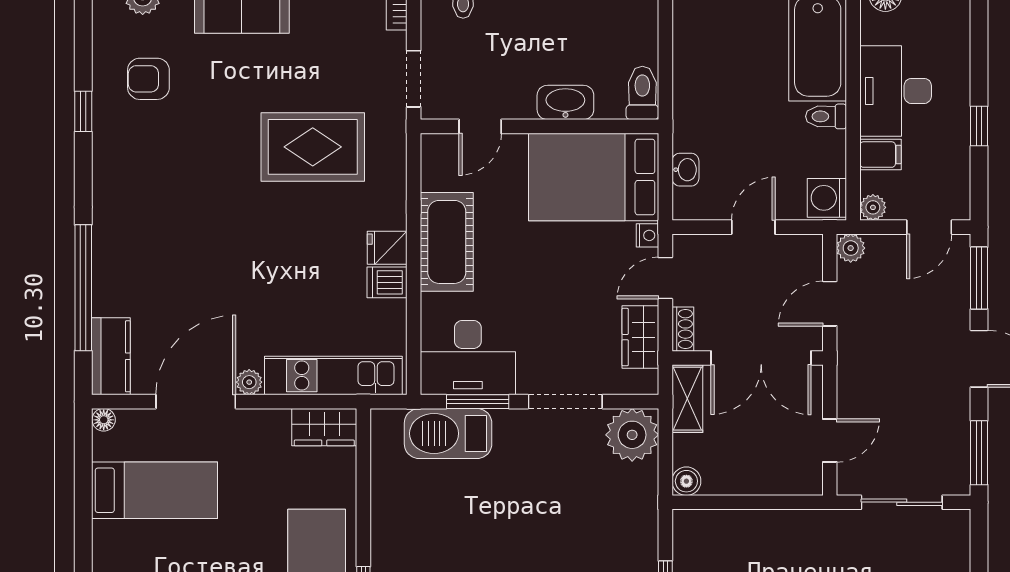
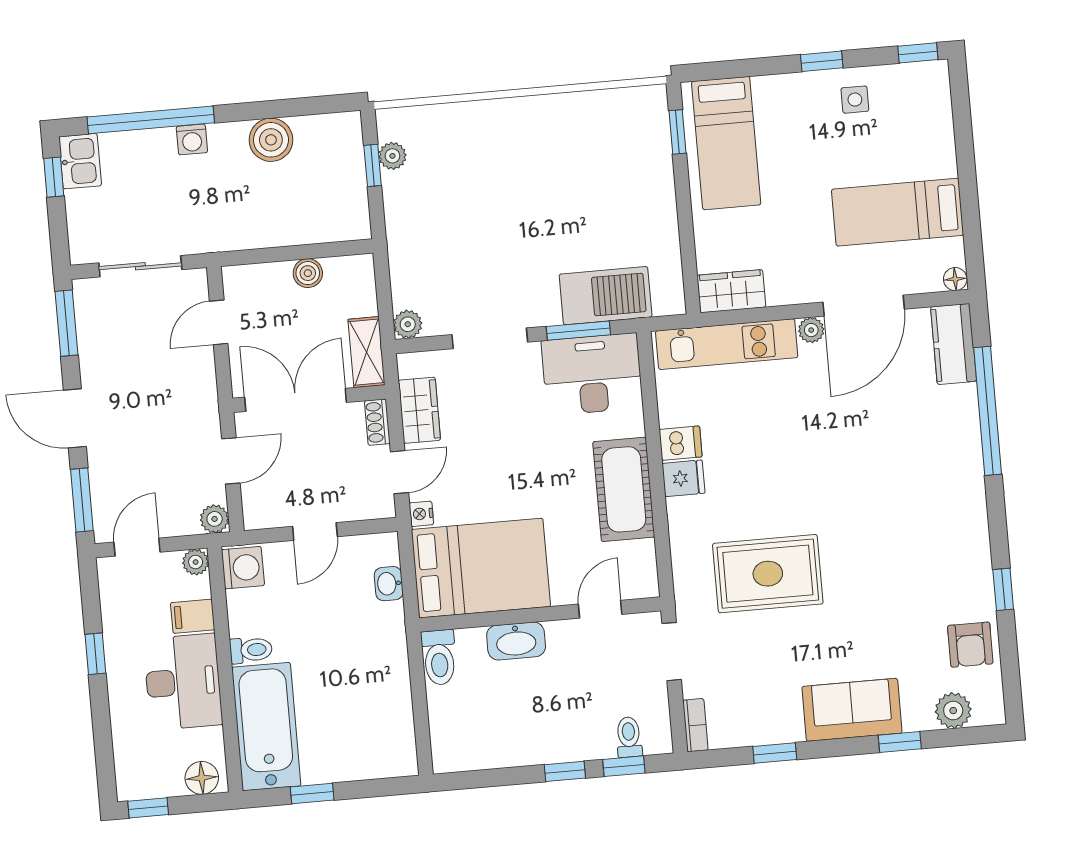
armchair: (148, 79) -> (970, 645), moved, turned 90
plant: (632, 435) -> (408, 324), width x0.53, depth x0.53
boiler: (686, 481) -> (308, 273), moved

